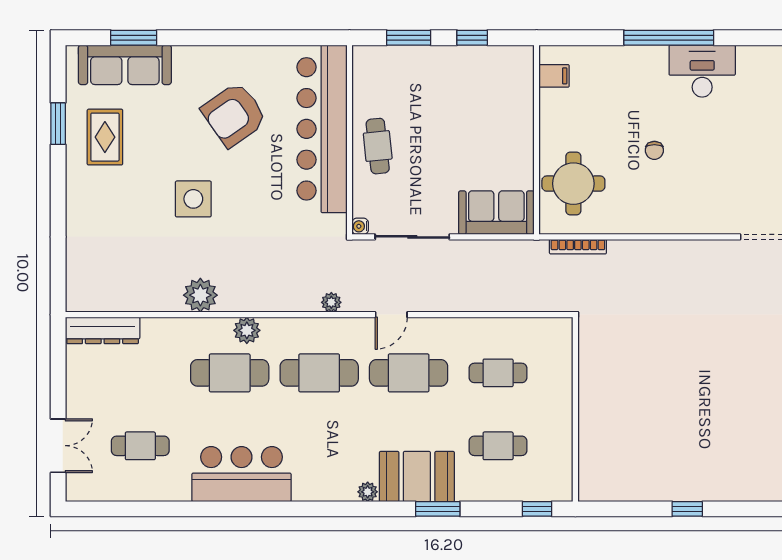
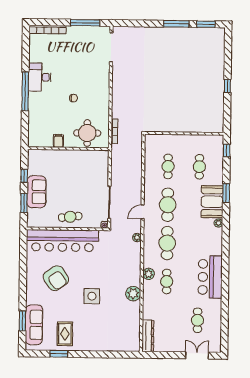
filing cabinet: (554, 76) -> (58, 141), moved
rug: (105, 137) -> (65, 334), turned 90
sofa: (496, 213) -> (37, 192), moved, turned 180
door: (391, 315) -> (143, 212), swing flipped
cafe table: (230, 373) -> (167, 281), width x0.73, depth x0.74

